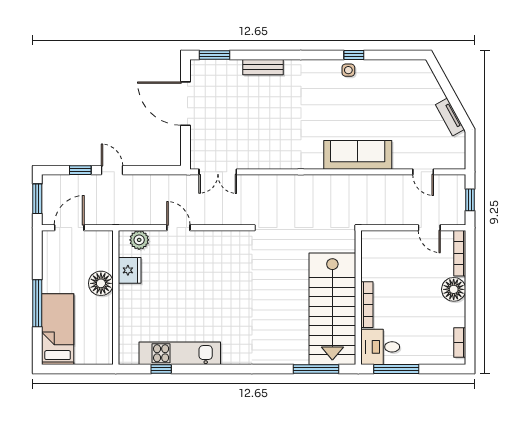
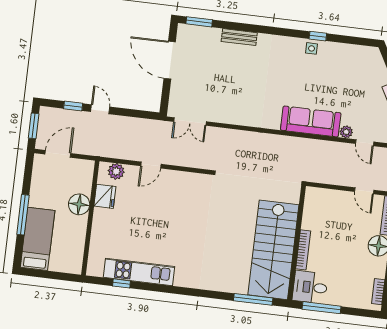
plant: (400, 162) -> (346, 132), added
door: (178, 228) -> (151, 165), swing flipped

